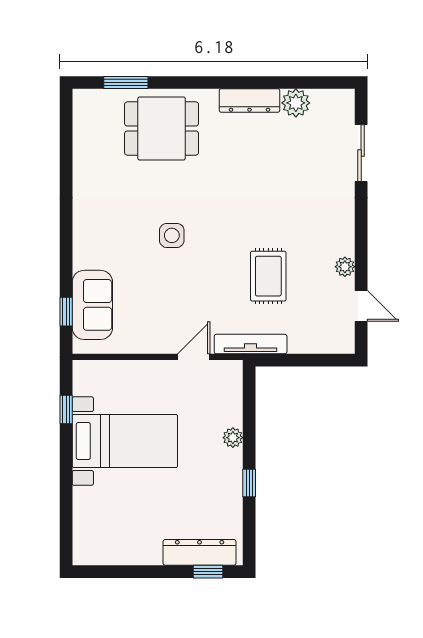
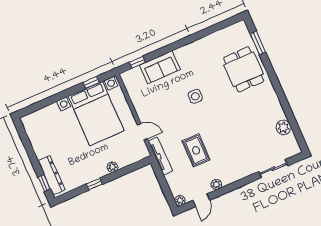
dresser: (249, 101) -> (275, 105), removed
rug: (268, 276) -> (196, 150), turned 90
sofa: (92, 305) -> (160, 67), moved
plant: (345, 344) -> (180, 201), added
bed with nightstands: (125, 441) -> (96, 113), width x1.36

